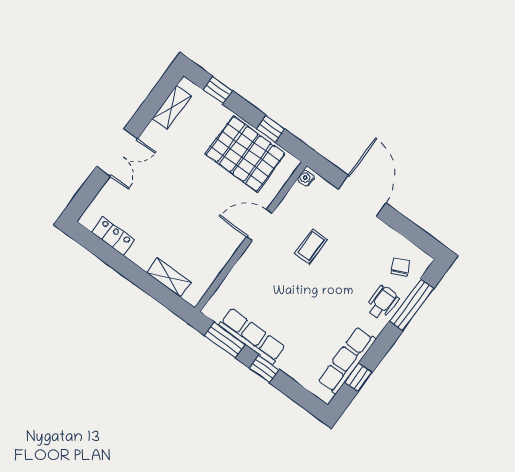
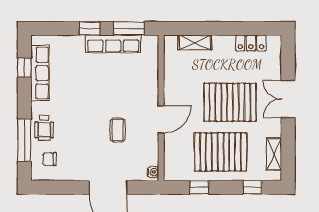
pallet: (245, 154) -> (221, 152), moved
pallet: (178, 192) -> (230, 102), added
chair: (400, 267) -> (50, 159), turned 116

